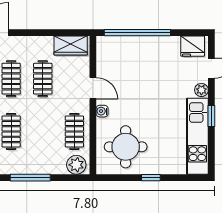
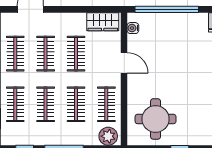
water cooler: (102, 111) -> (133, 28), moved
clothes rail: (43, 131) -> (76, 104), added

